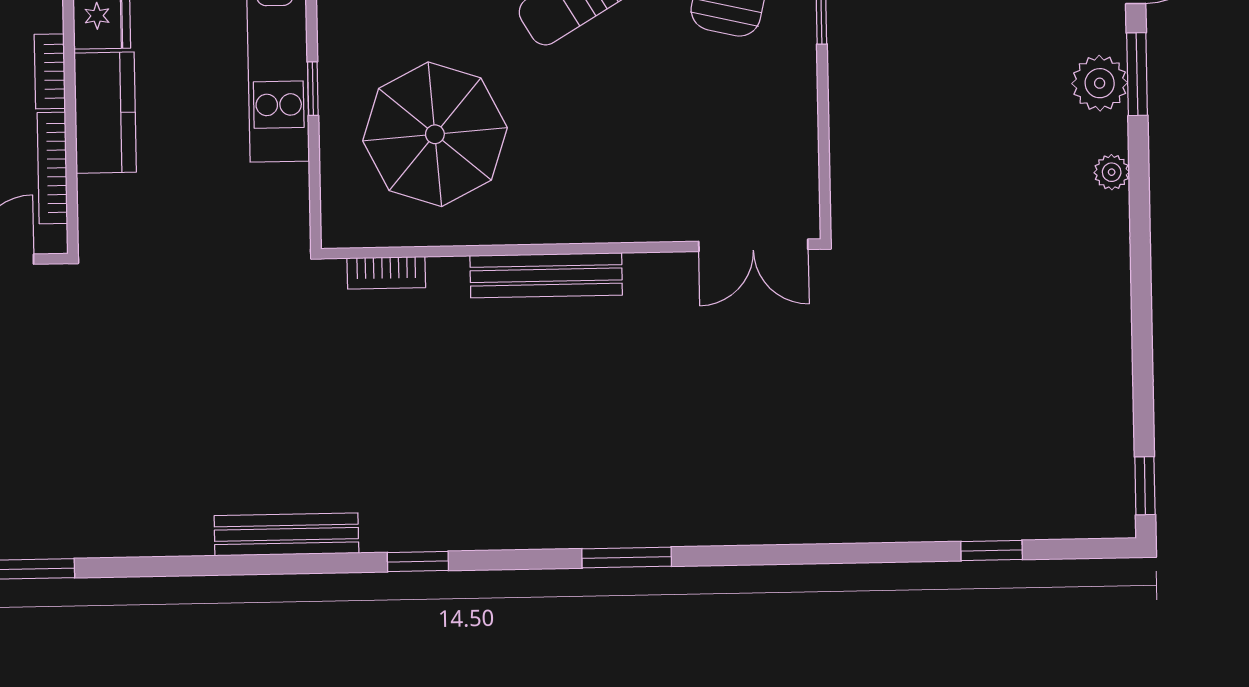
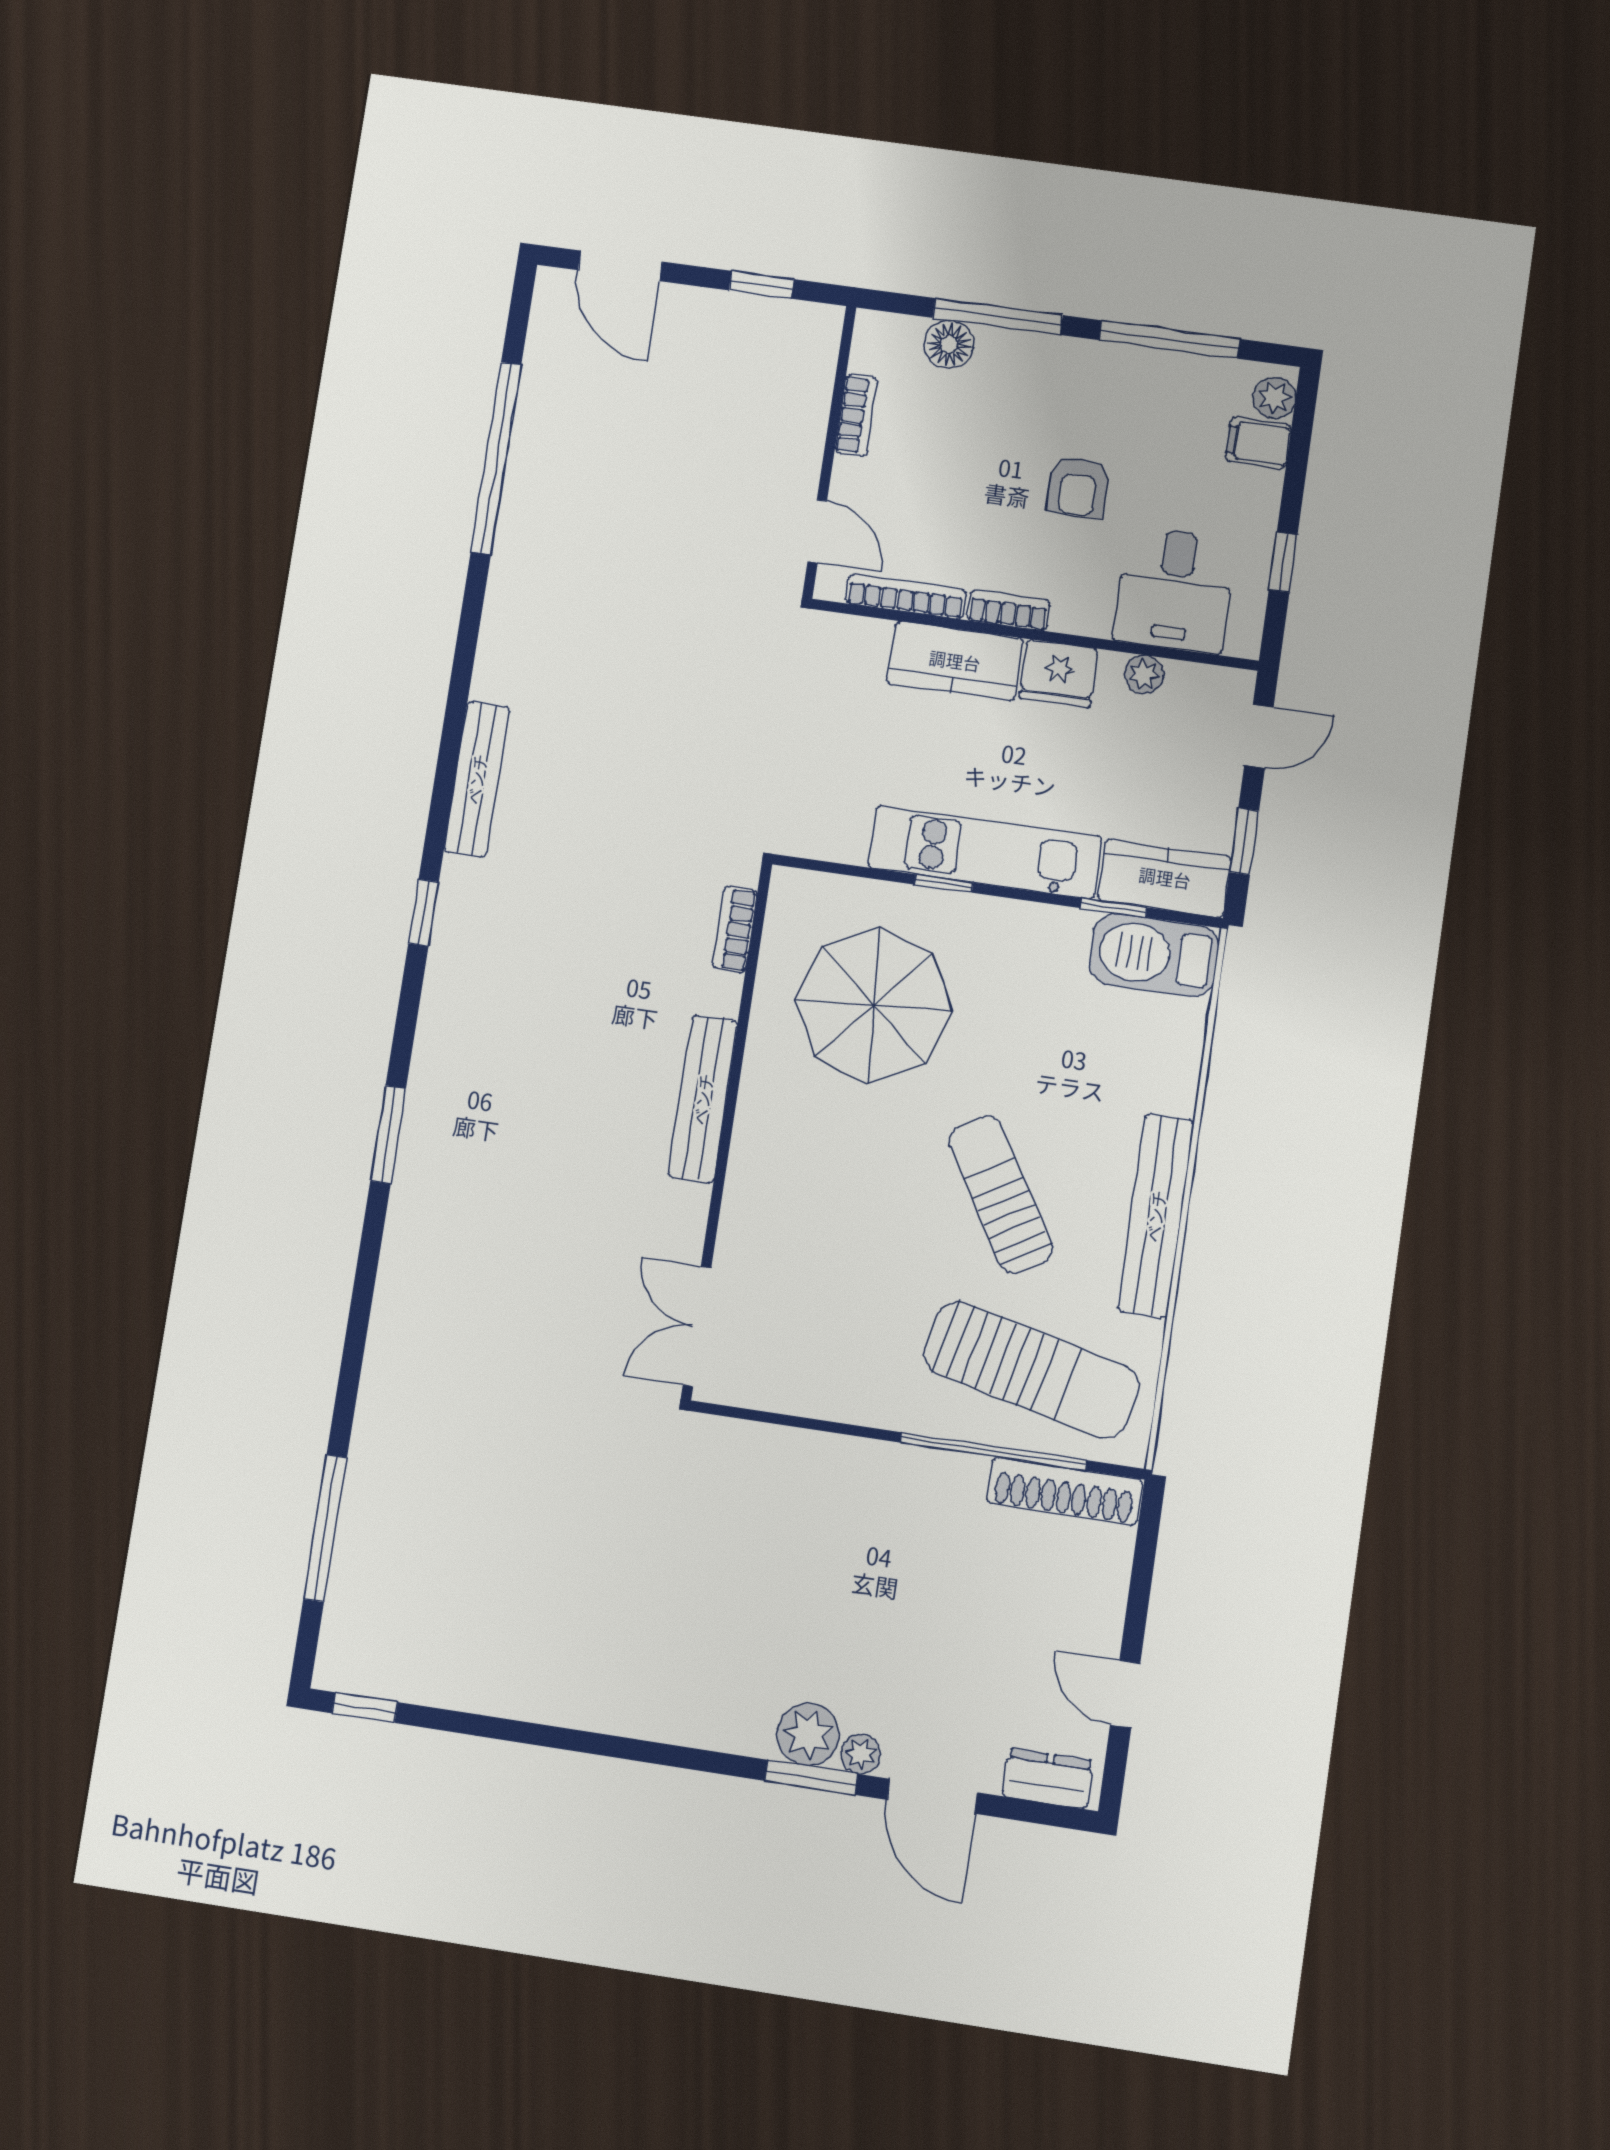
plant: (1112, 172) -> (861, 1754), moved
window: (992, 551) -> (325, 1528), width x2.17

